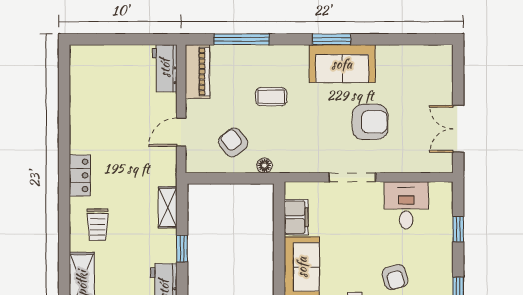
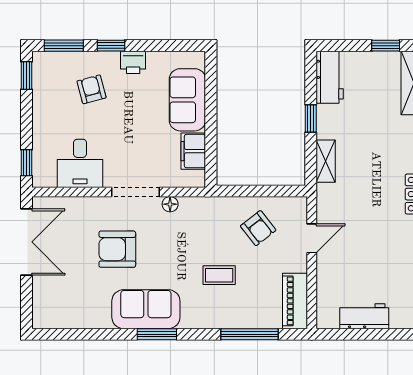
workbench: (165, 68) -> (364, 316), moved, turned -90
double door: (458, 129) -> (26, 242), width x1.37
floor lamp: (264, 166) -> (170, 204), moved
trolley: (98, 225) -> (398, 143), removed
window: (458, 229) -> (26, 163), moved

